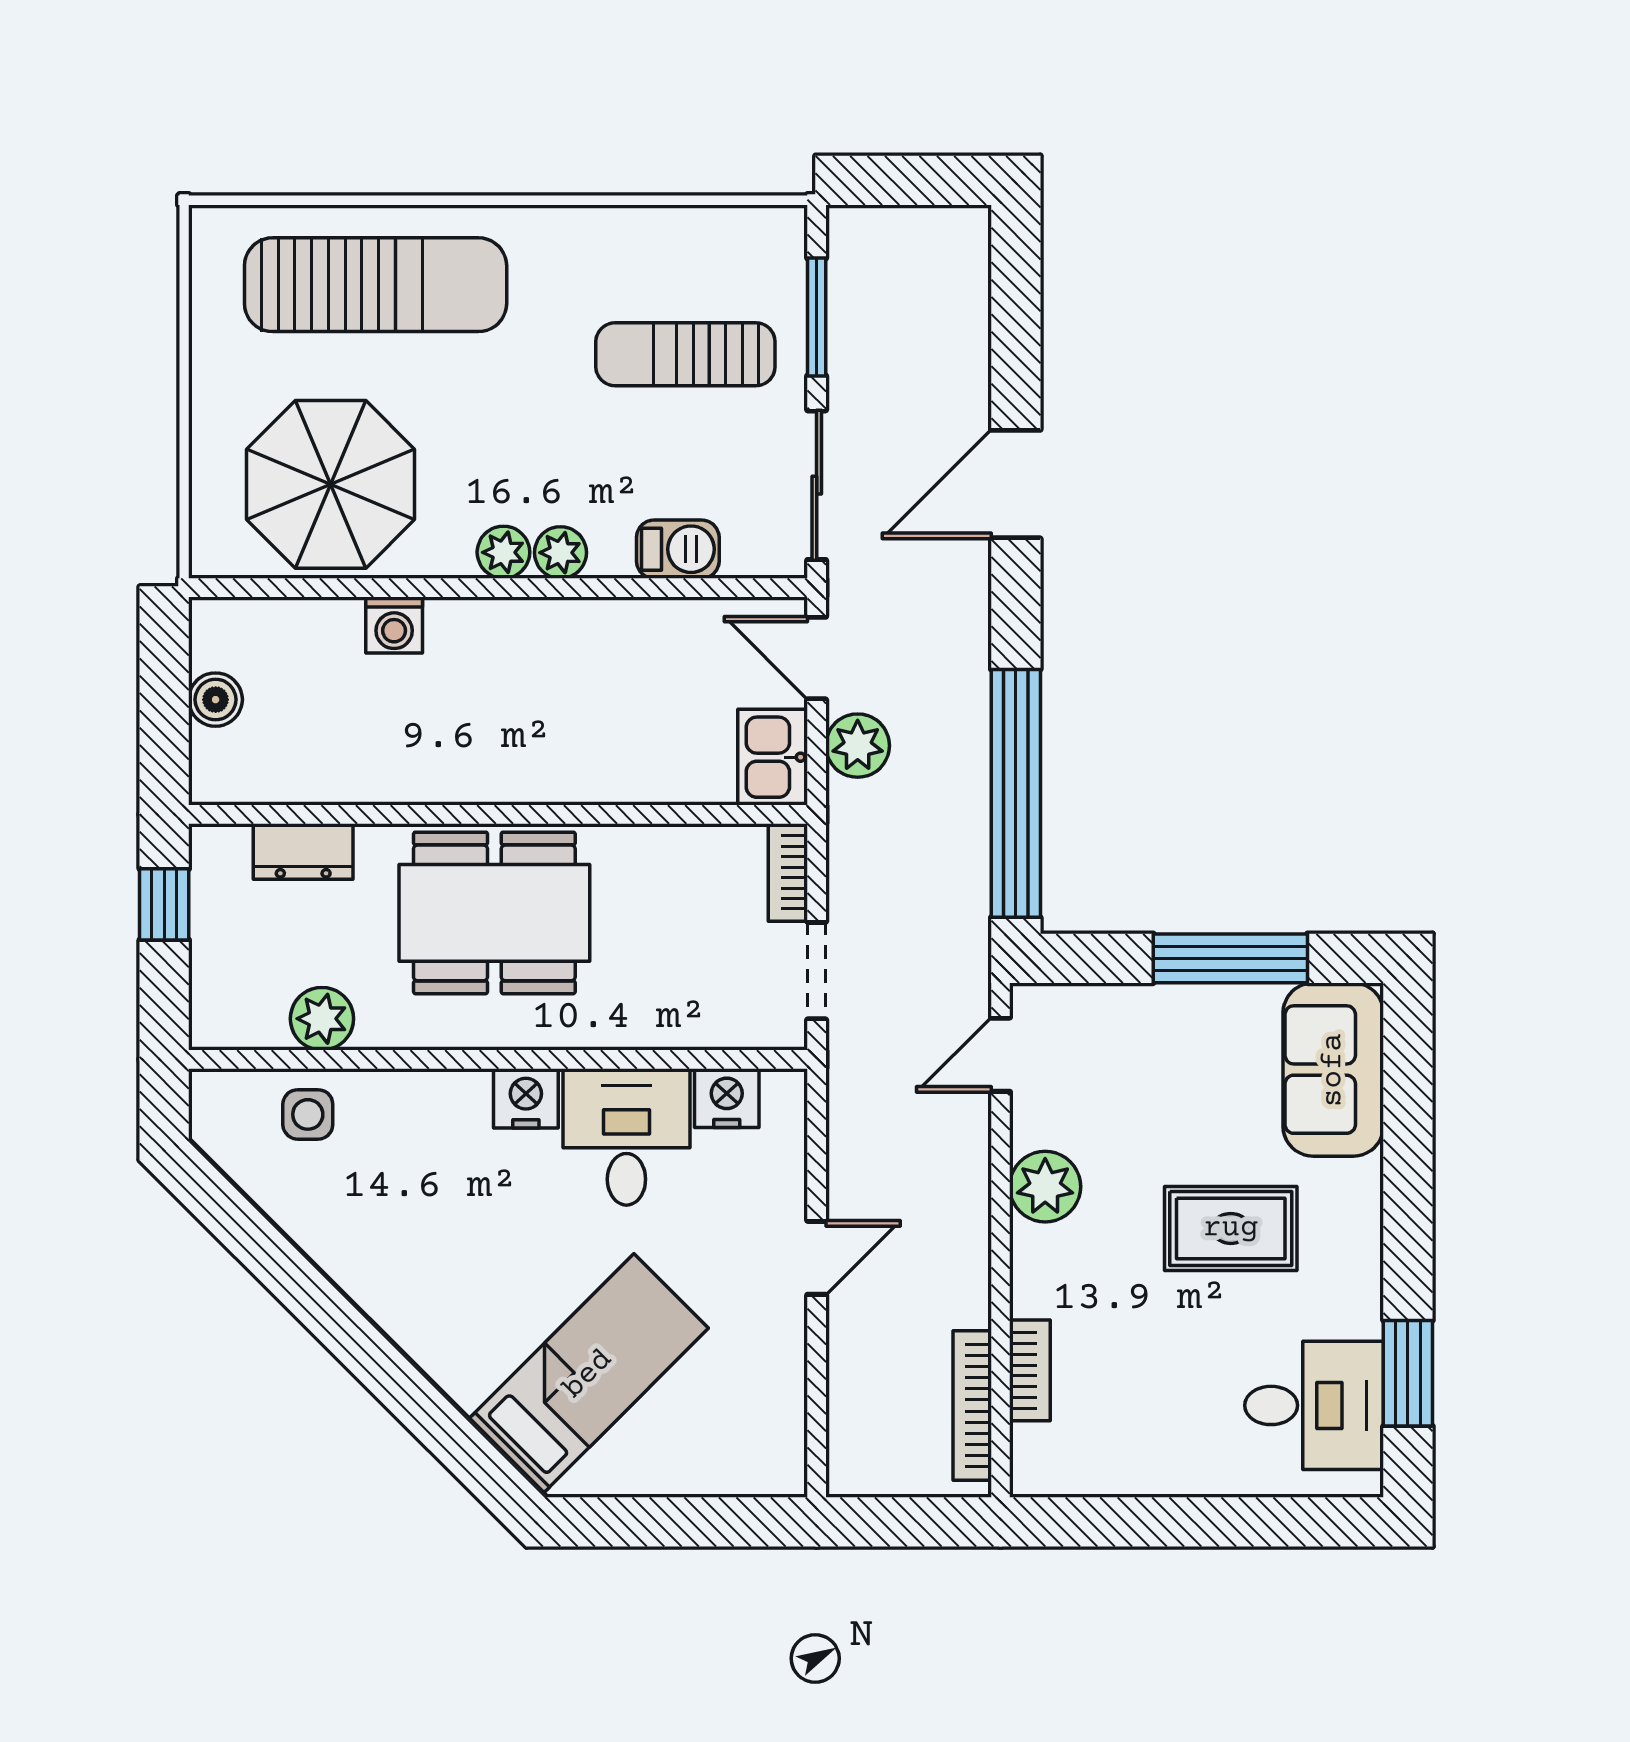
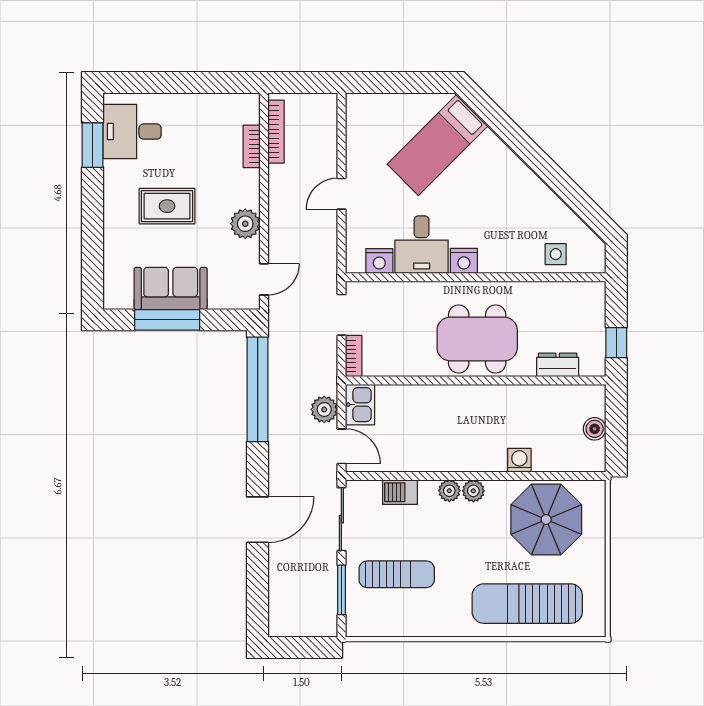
plant: (322, 1019) -> (550, 294), removed
sofa: (1333, 1070) -> (171, 288), moved, turned -90

